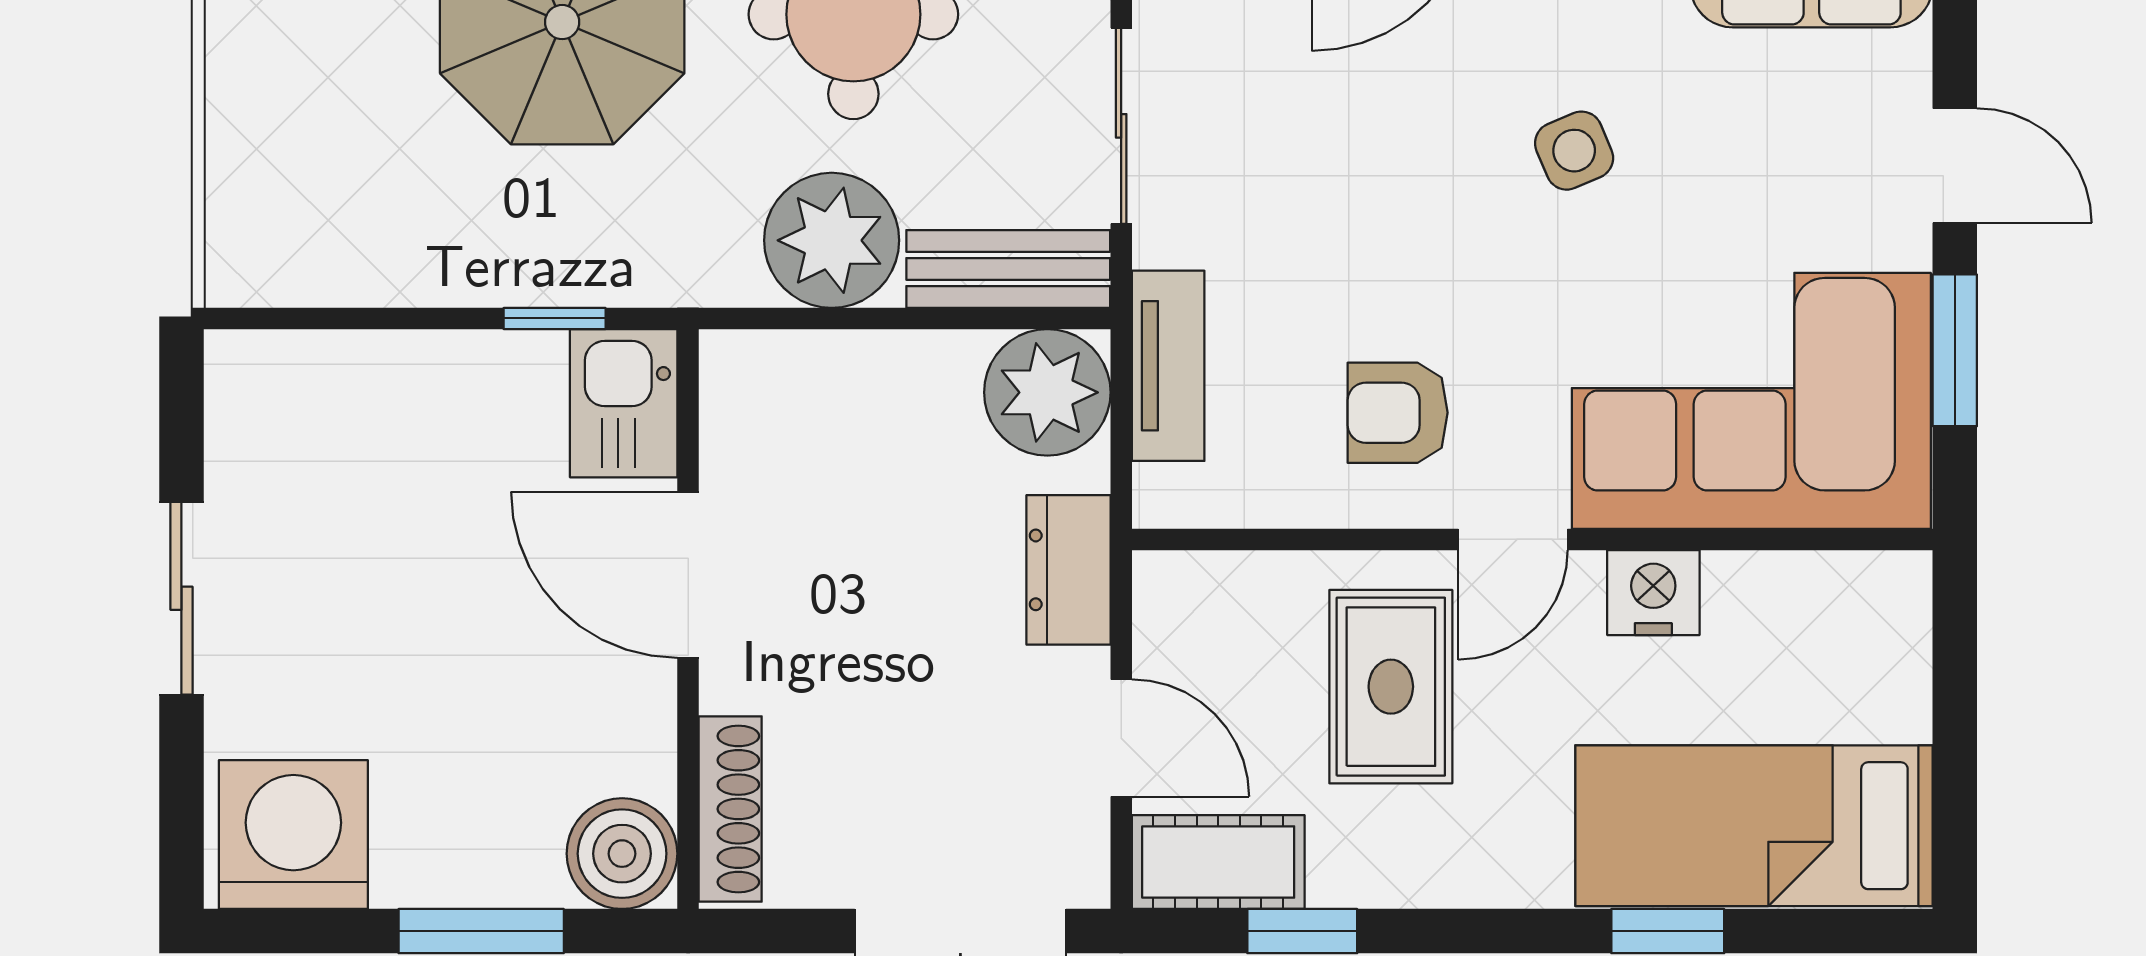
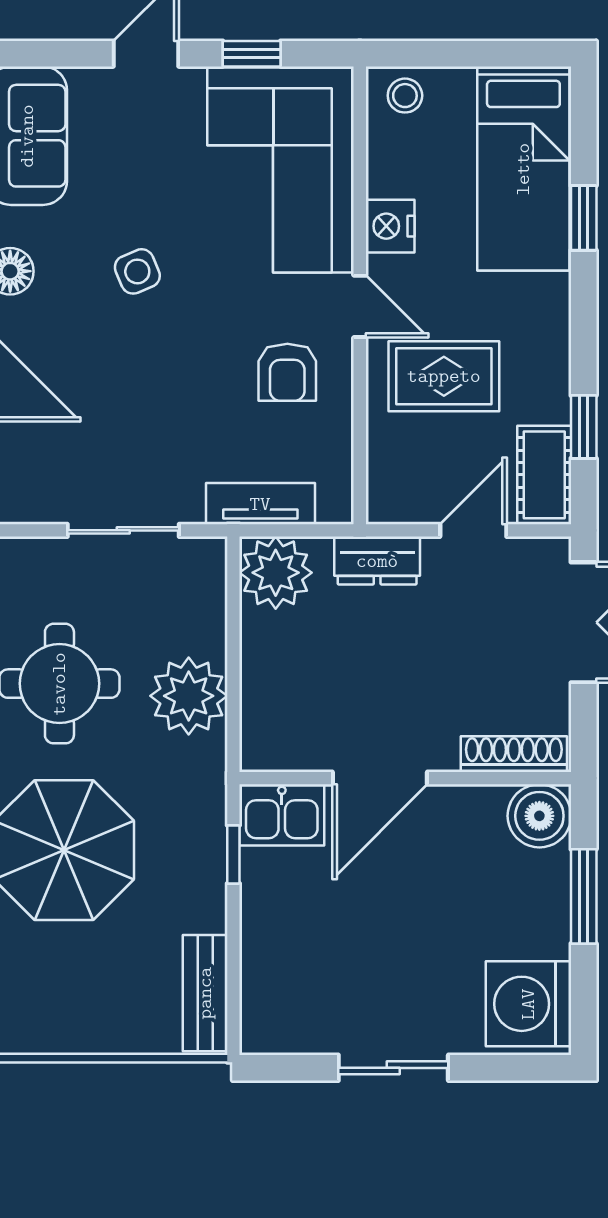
bench: (1008, 269) -> (205, 993), moved
window: (1955, 350) -> (252, 54), width x0.67
stool: (1882, 619) -> (405, 96), added

